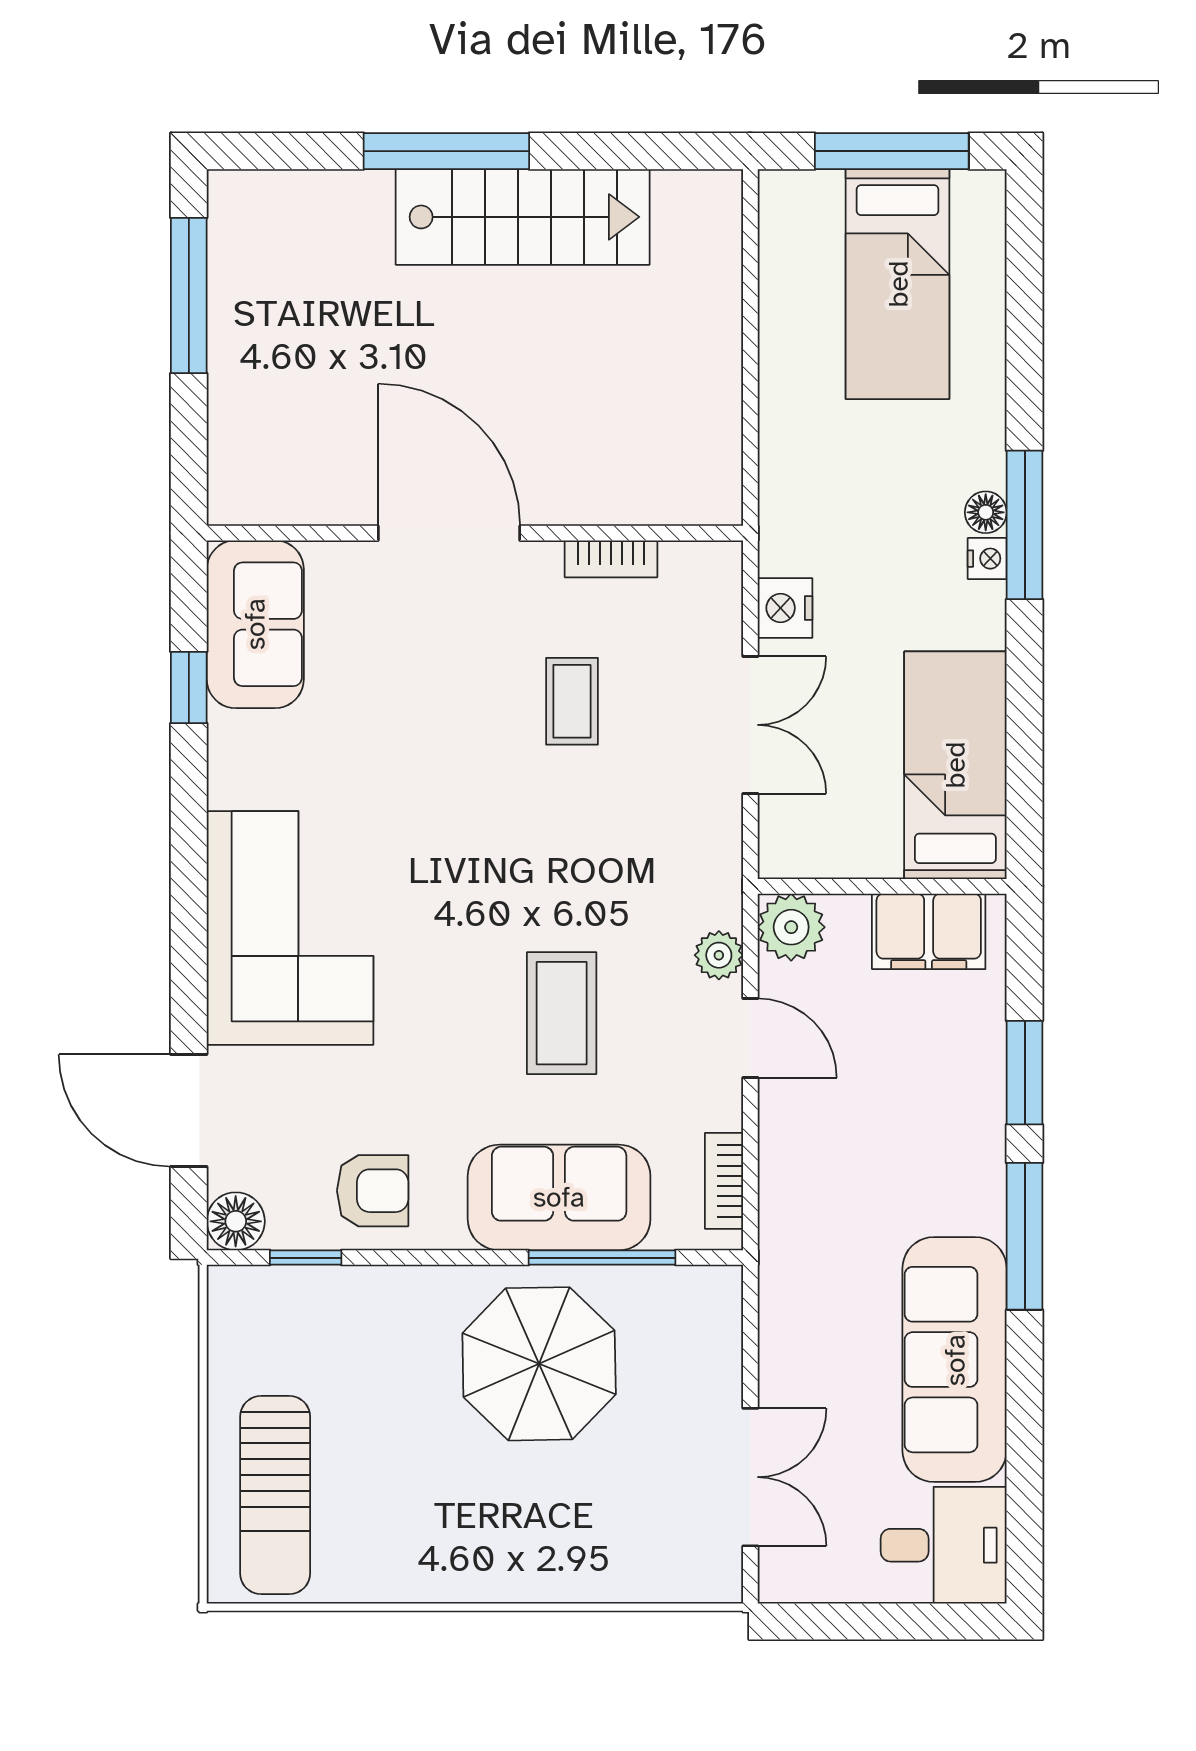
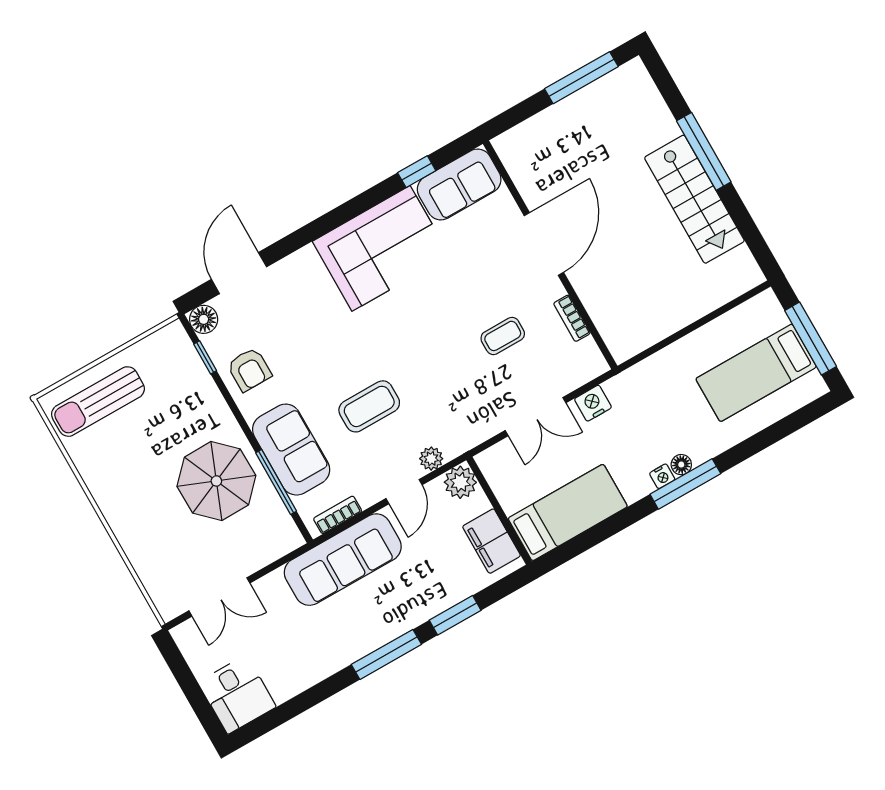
corner sofa: (290, 928) -> (381, 248), moved
sofa: (955, 1360) -> (343, 560), moved, turned 180

